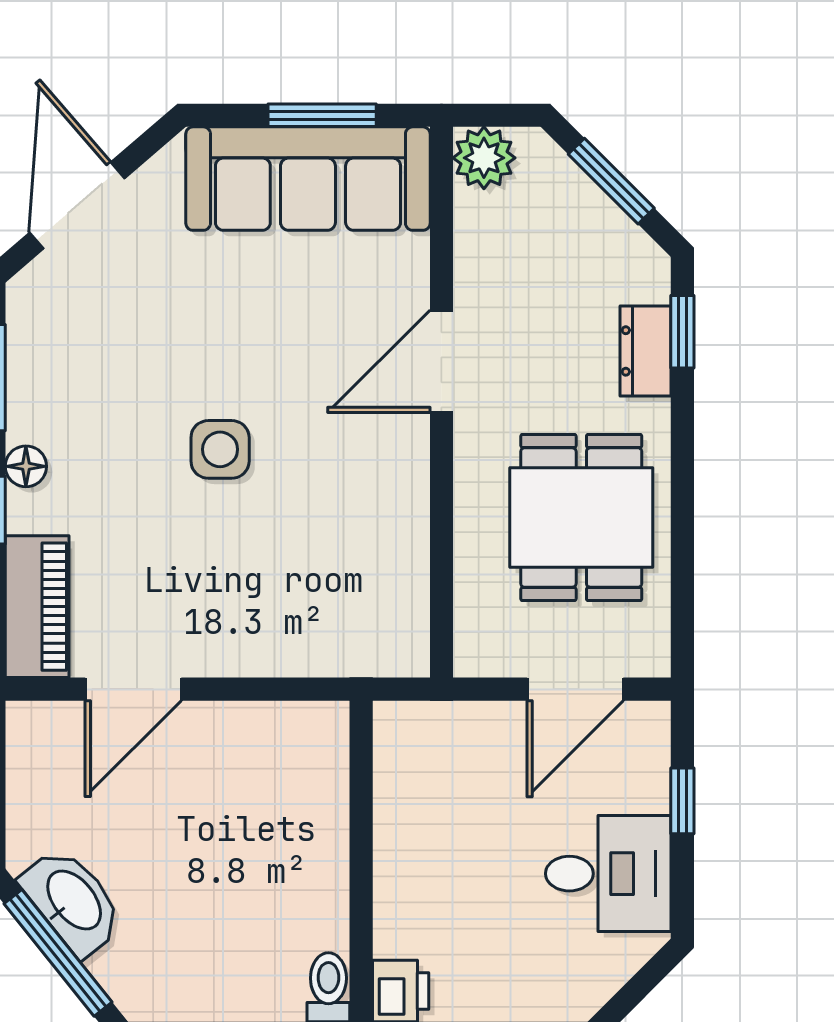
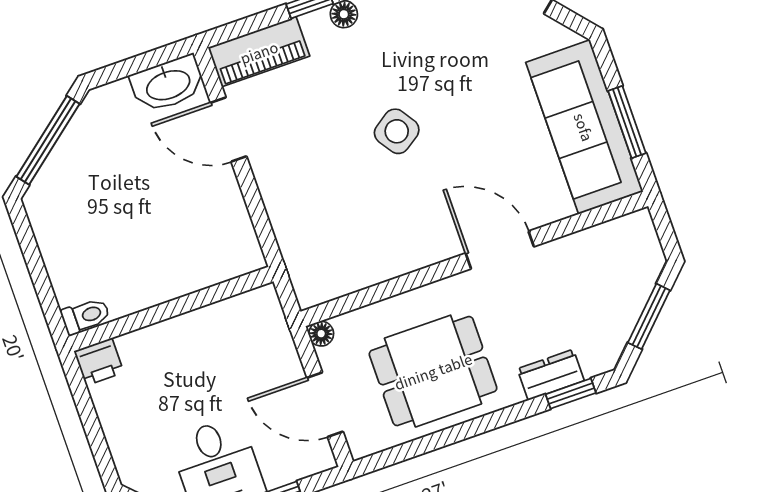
plant: (484, 158) -> (636, 232), removed
side table: (220, 449) -> (397, 131), turned -34
floor lamp: (472, 659) -> (321, 334), added
washbasin: (73, 901) -> (168, 84), moved, turned 39

